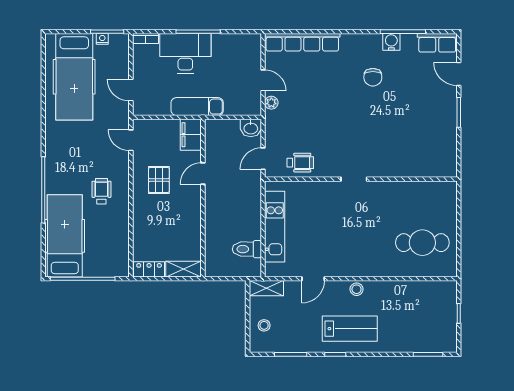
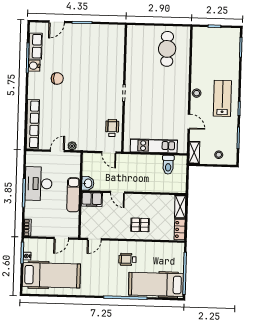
row of seats: (437, 43) -> (35, 46), moved
desk: (185, 53) -> (39, 184), moved
washbasin: (251, 128) -> (88, 183), moved
pallet: (159, 180) -> (140, 225), moved

